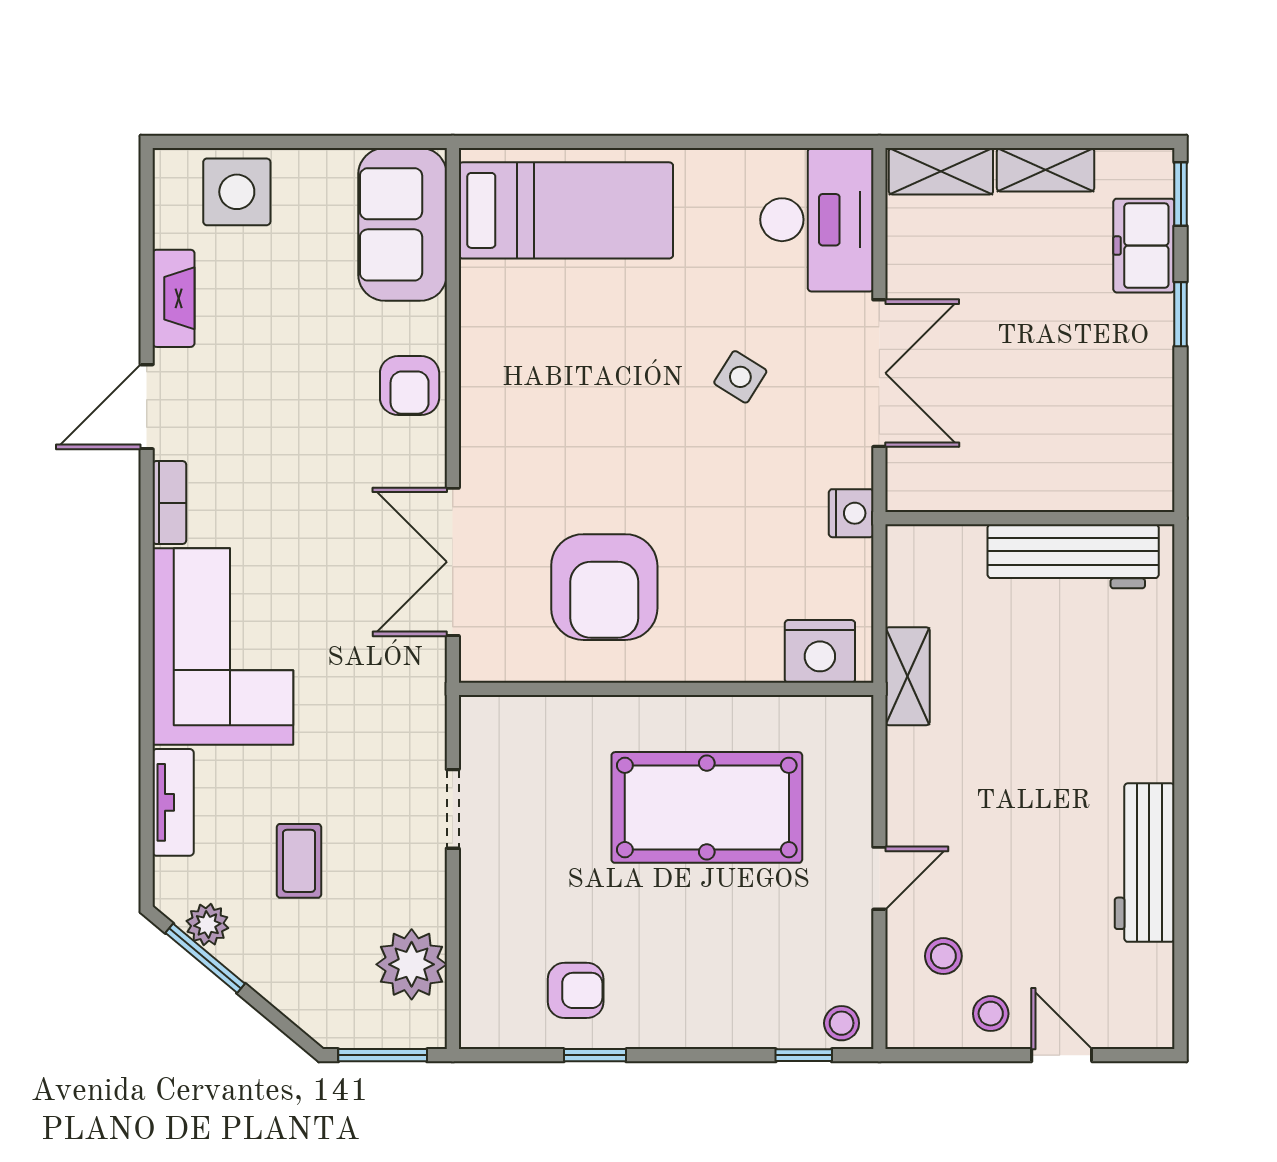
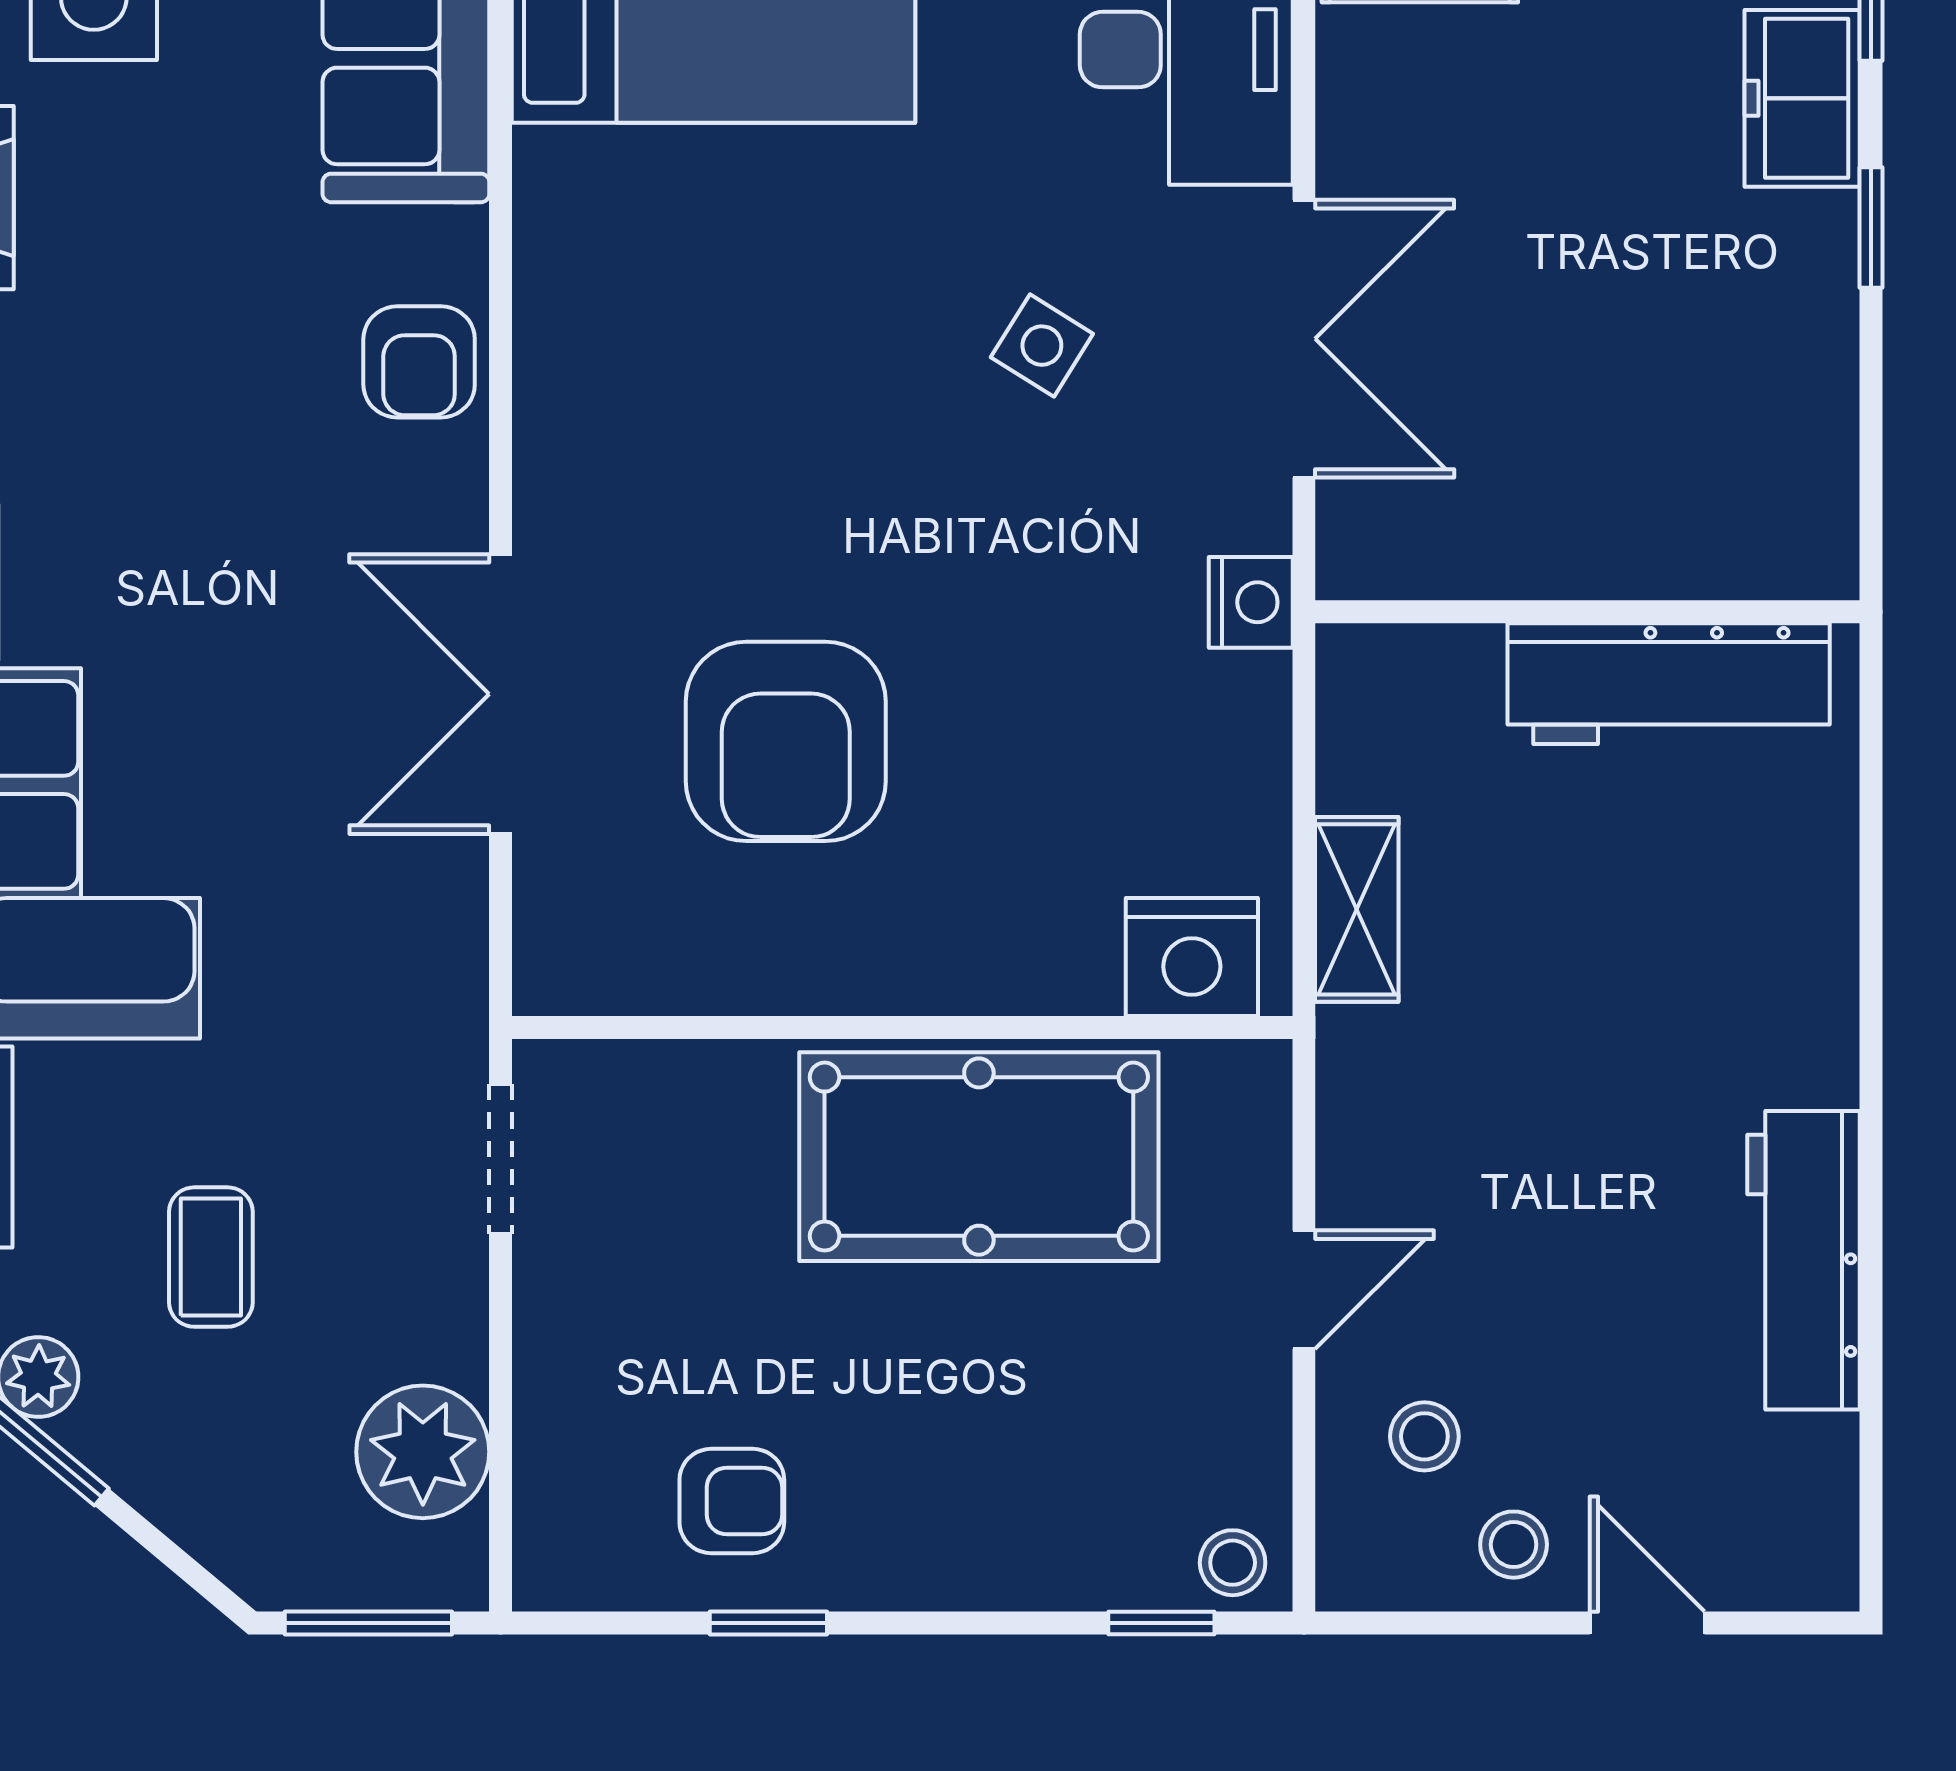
nightstand: (820, 651) -> (1192, 957), moved
wall: (666, 689) -> (902, 1028), moved

